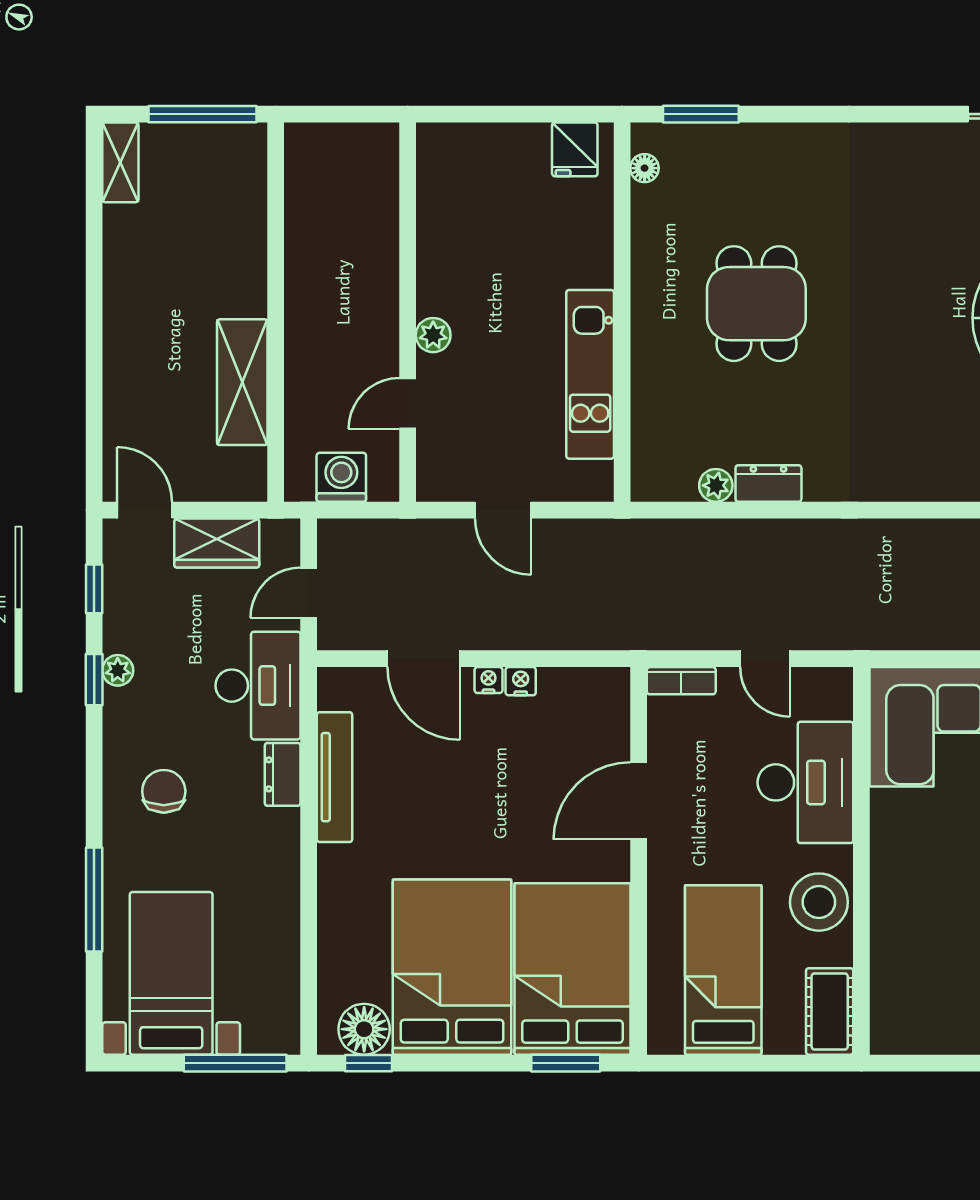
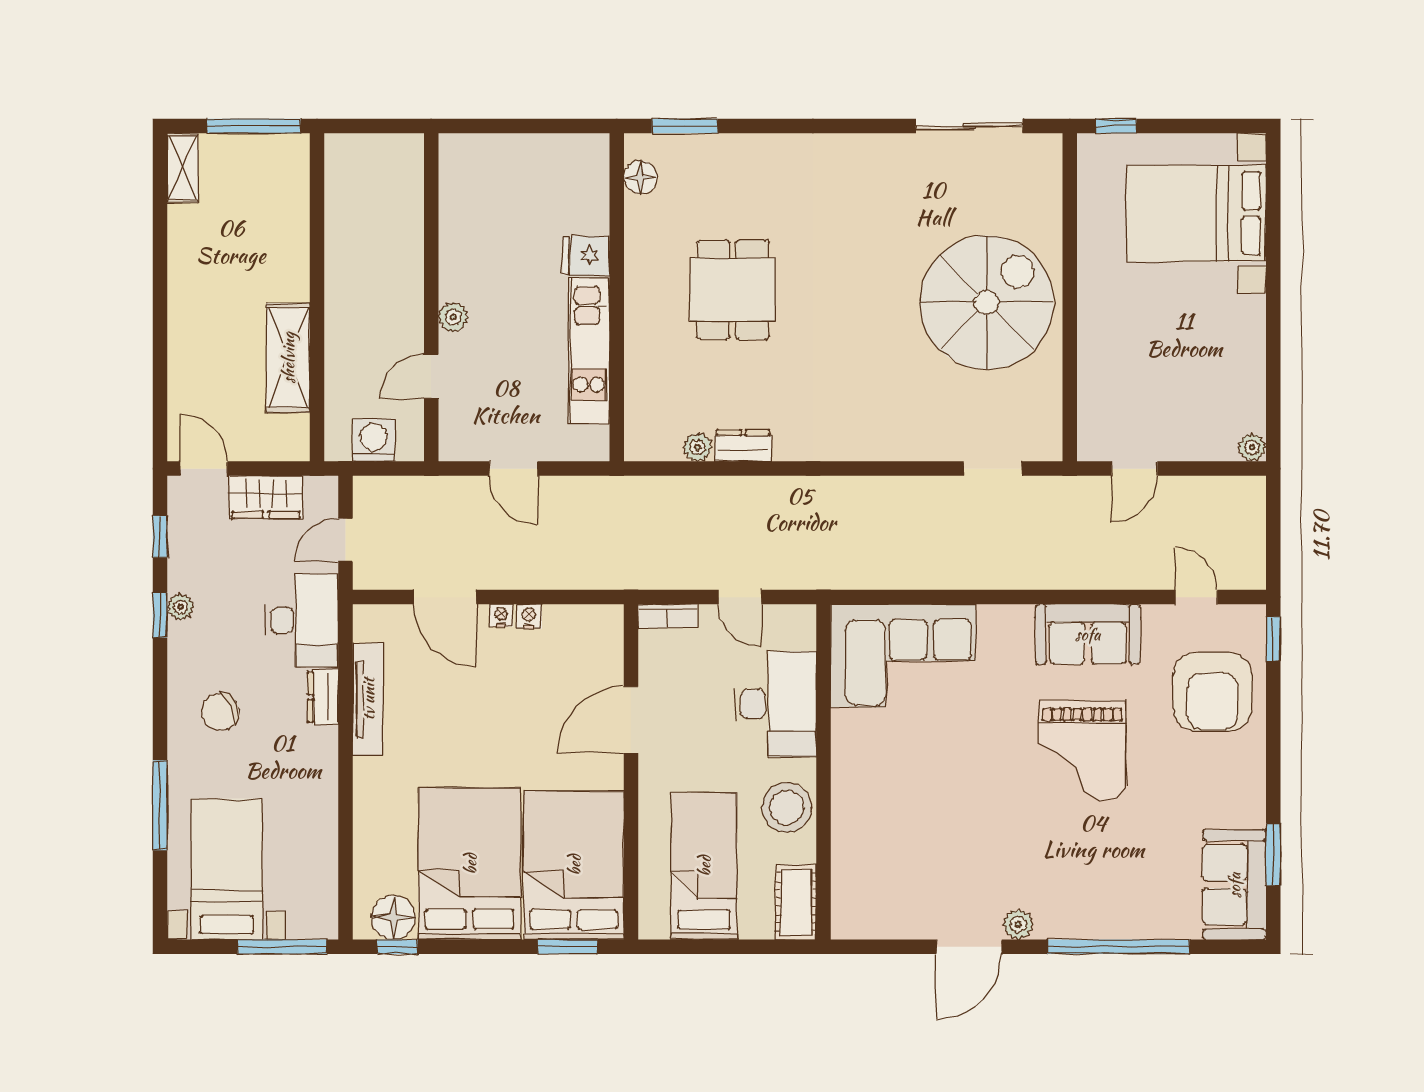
fridge: (575, 149) -> (586, 256), moved, turned 90
floor lamp: (645, 168) -> (641, 177), width x1.37, depth x1.37
chair: (164, 791) -> (220, 712), turned -113

